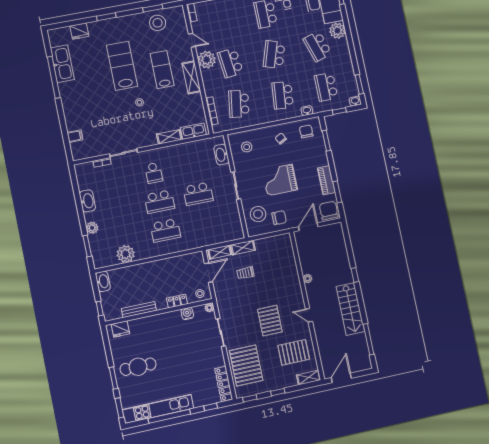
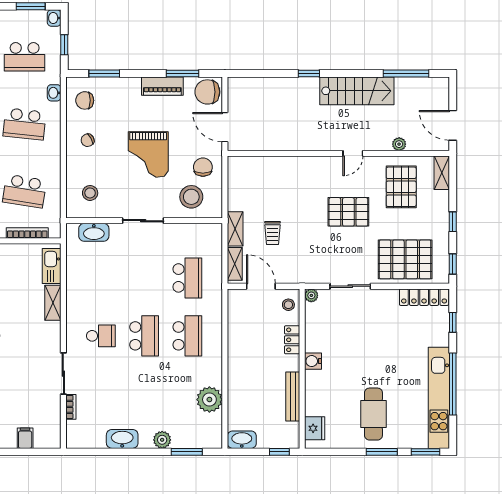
school desk: (198, 194) -> (187, 278), moved
plant: (308, 279) -> (399, 144), moved
water cooler: (187, 314) -> (313, 361), moved

